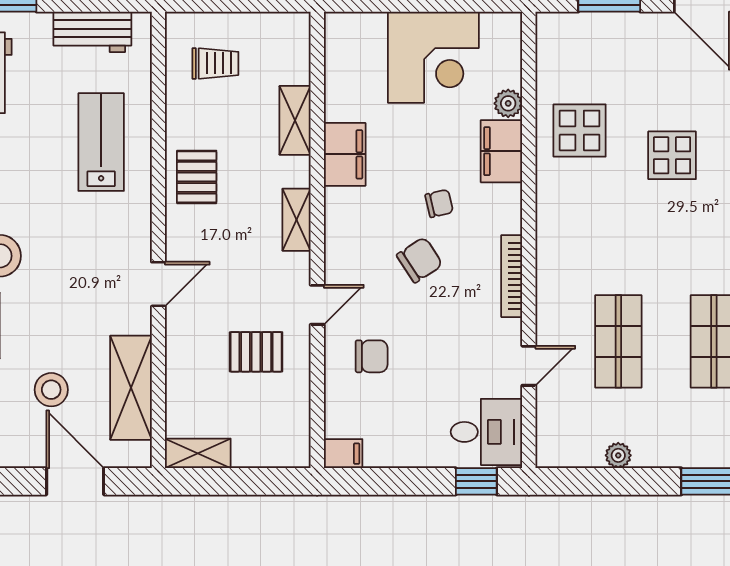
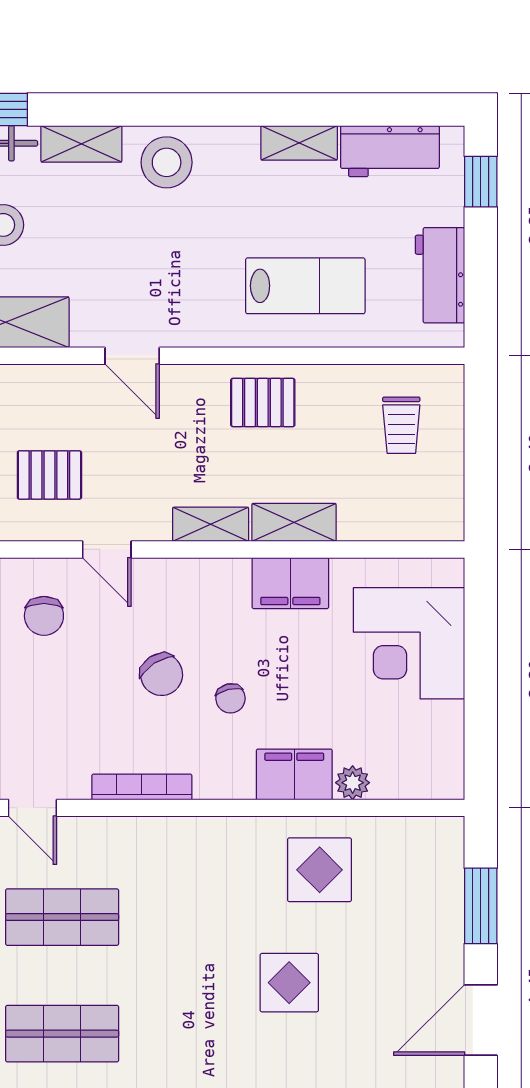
corner desk: (433, 57) -> (409, 643), moved
shelving: (295, 120) -> (294, 522), moved
pallet: (256, 352) -> (49, 475), turned 90

